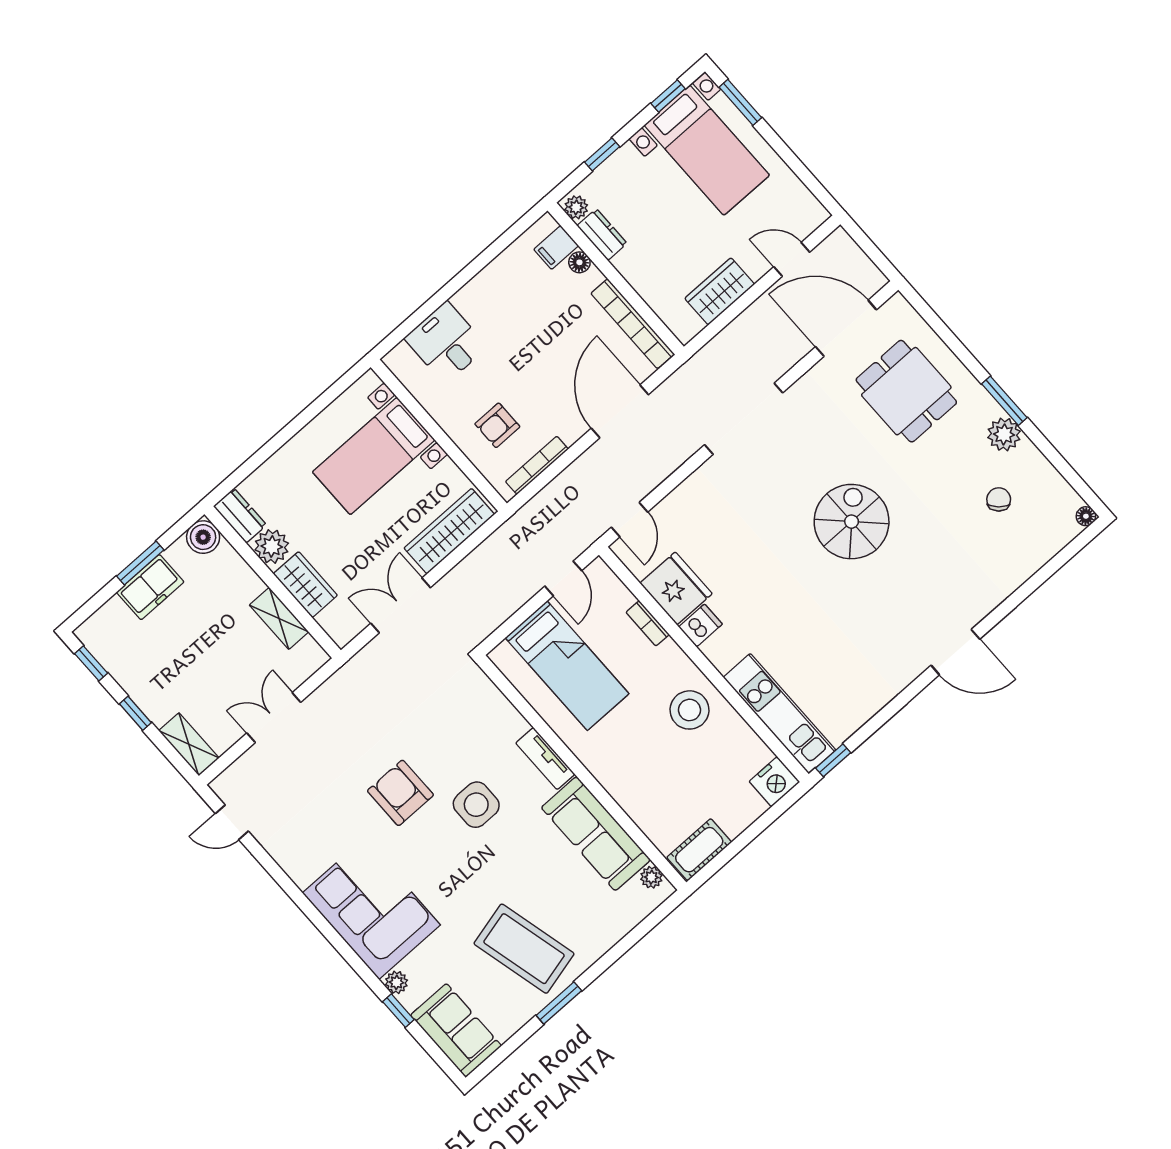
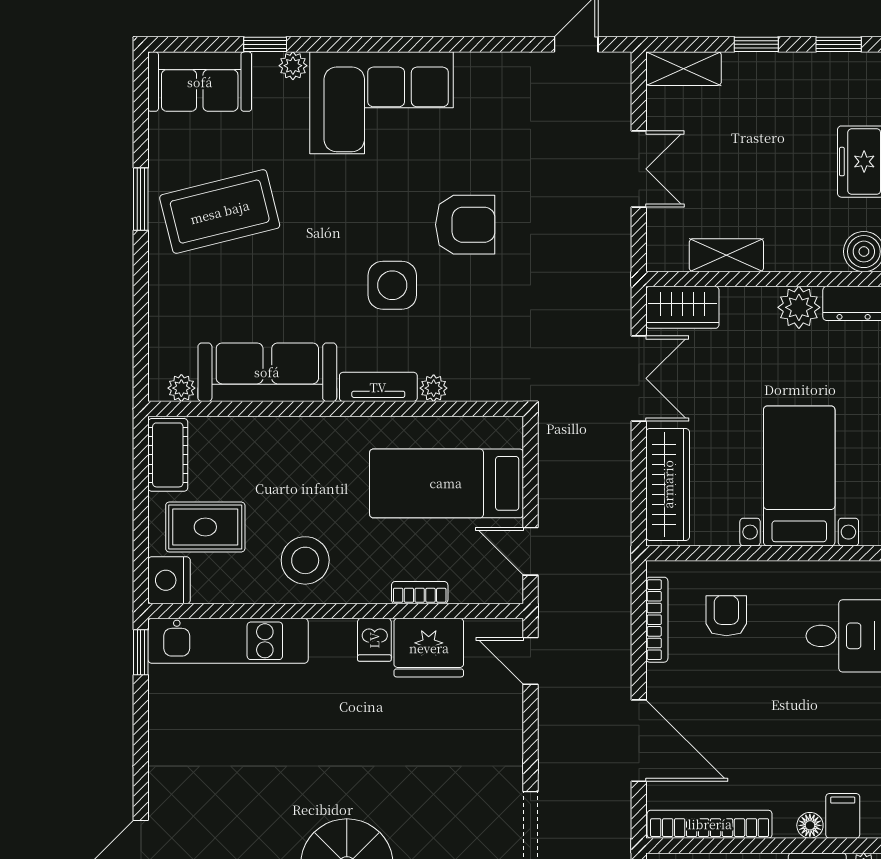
wardrobe: (305, 585) -> (682, 307), moved
plant: (516, 725) -> (434, 388), added
rug: (723, 788) -> (205, 527), added

